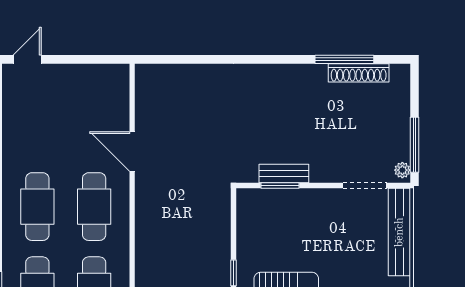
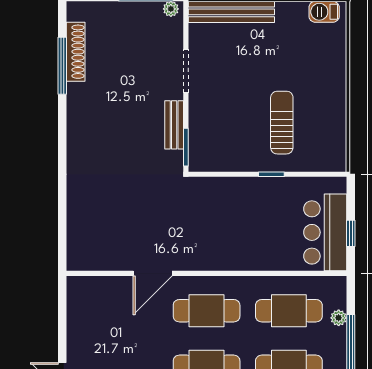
window: (280, 186) -> (186, 147), moved
doorway: (365, 186) -> (186, 71), moved

